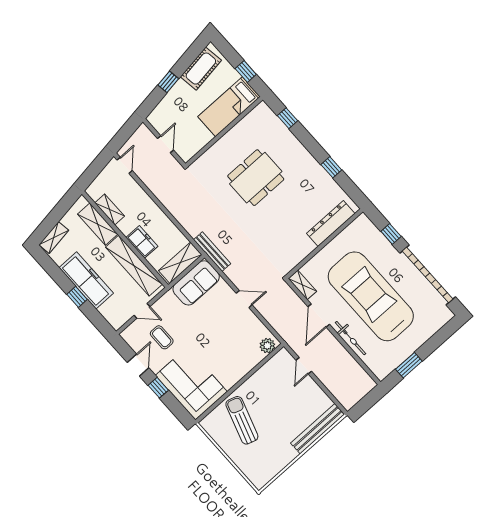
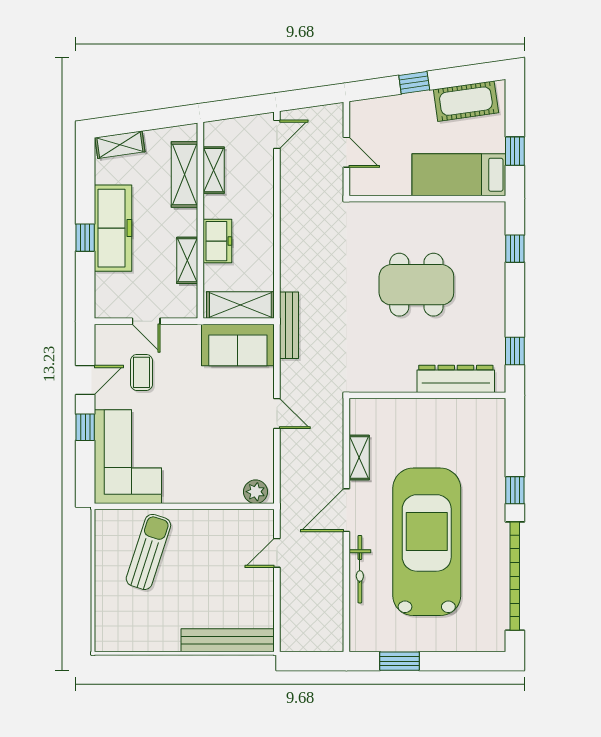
door: (166, 144) -> (346, 152), hinge flipped
dresser: (331, 224) -> (456, 379), moved
wall: (324, 244) -> (427, 395), moved
shelving: (134, 266) -> (187, 260), width x0.45, depth x0.75

